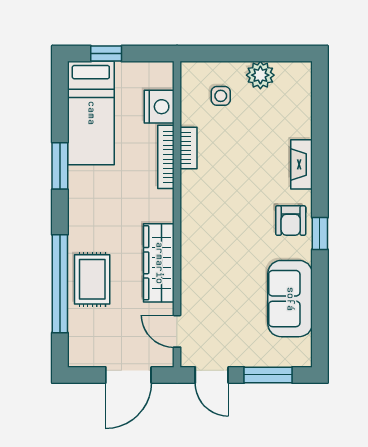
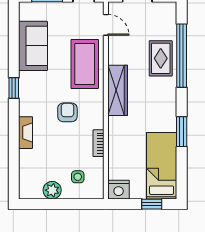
nightstand: (159, 107) -> (119, 190), moved, turned -90
bookcase: (166, 157) -> (113, 137), removed
armchair: (291, 221) -> (67, 112), moved
wardrobe: (159, 263) -> (118, 90), moved
coffee table: (210, 271) -> (85, 64), added

